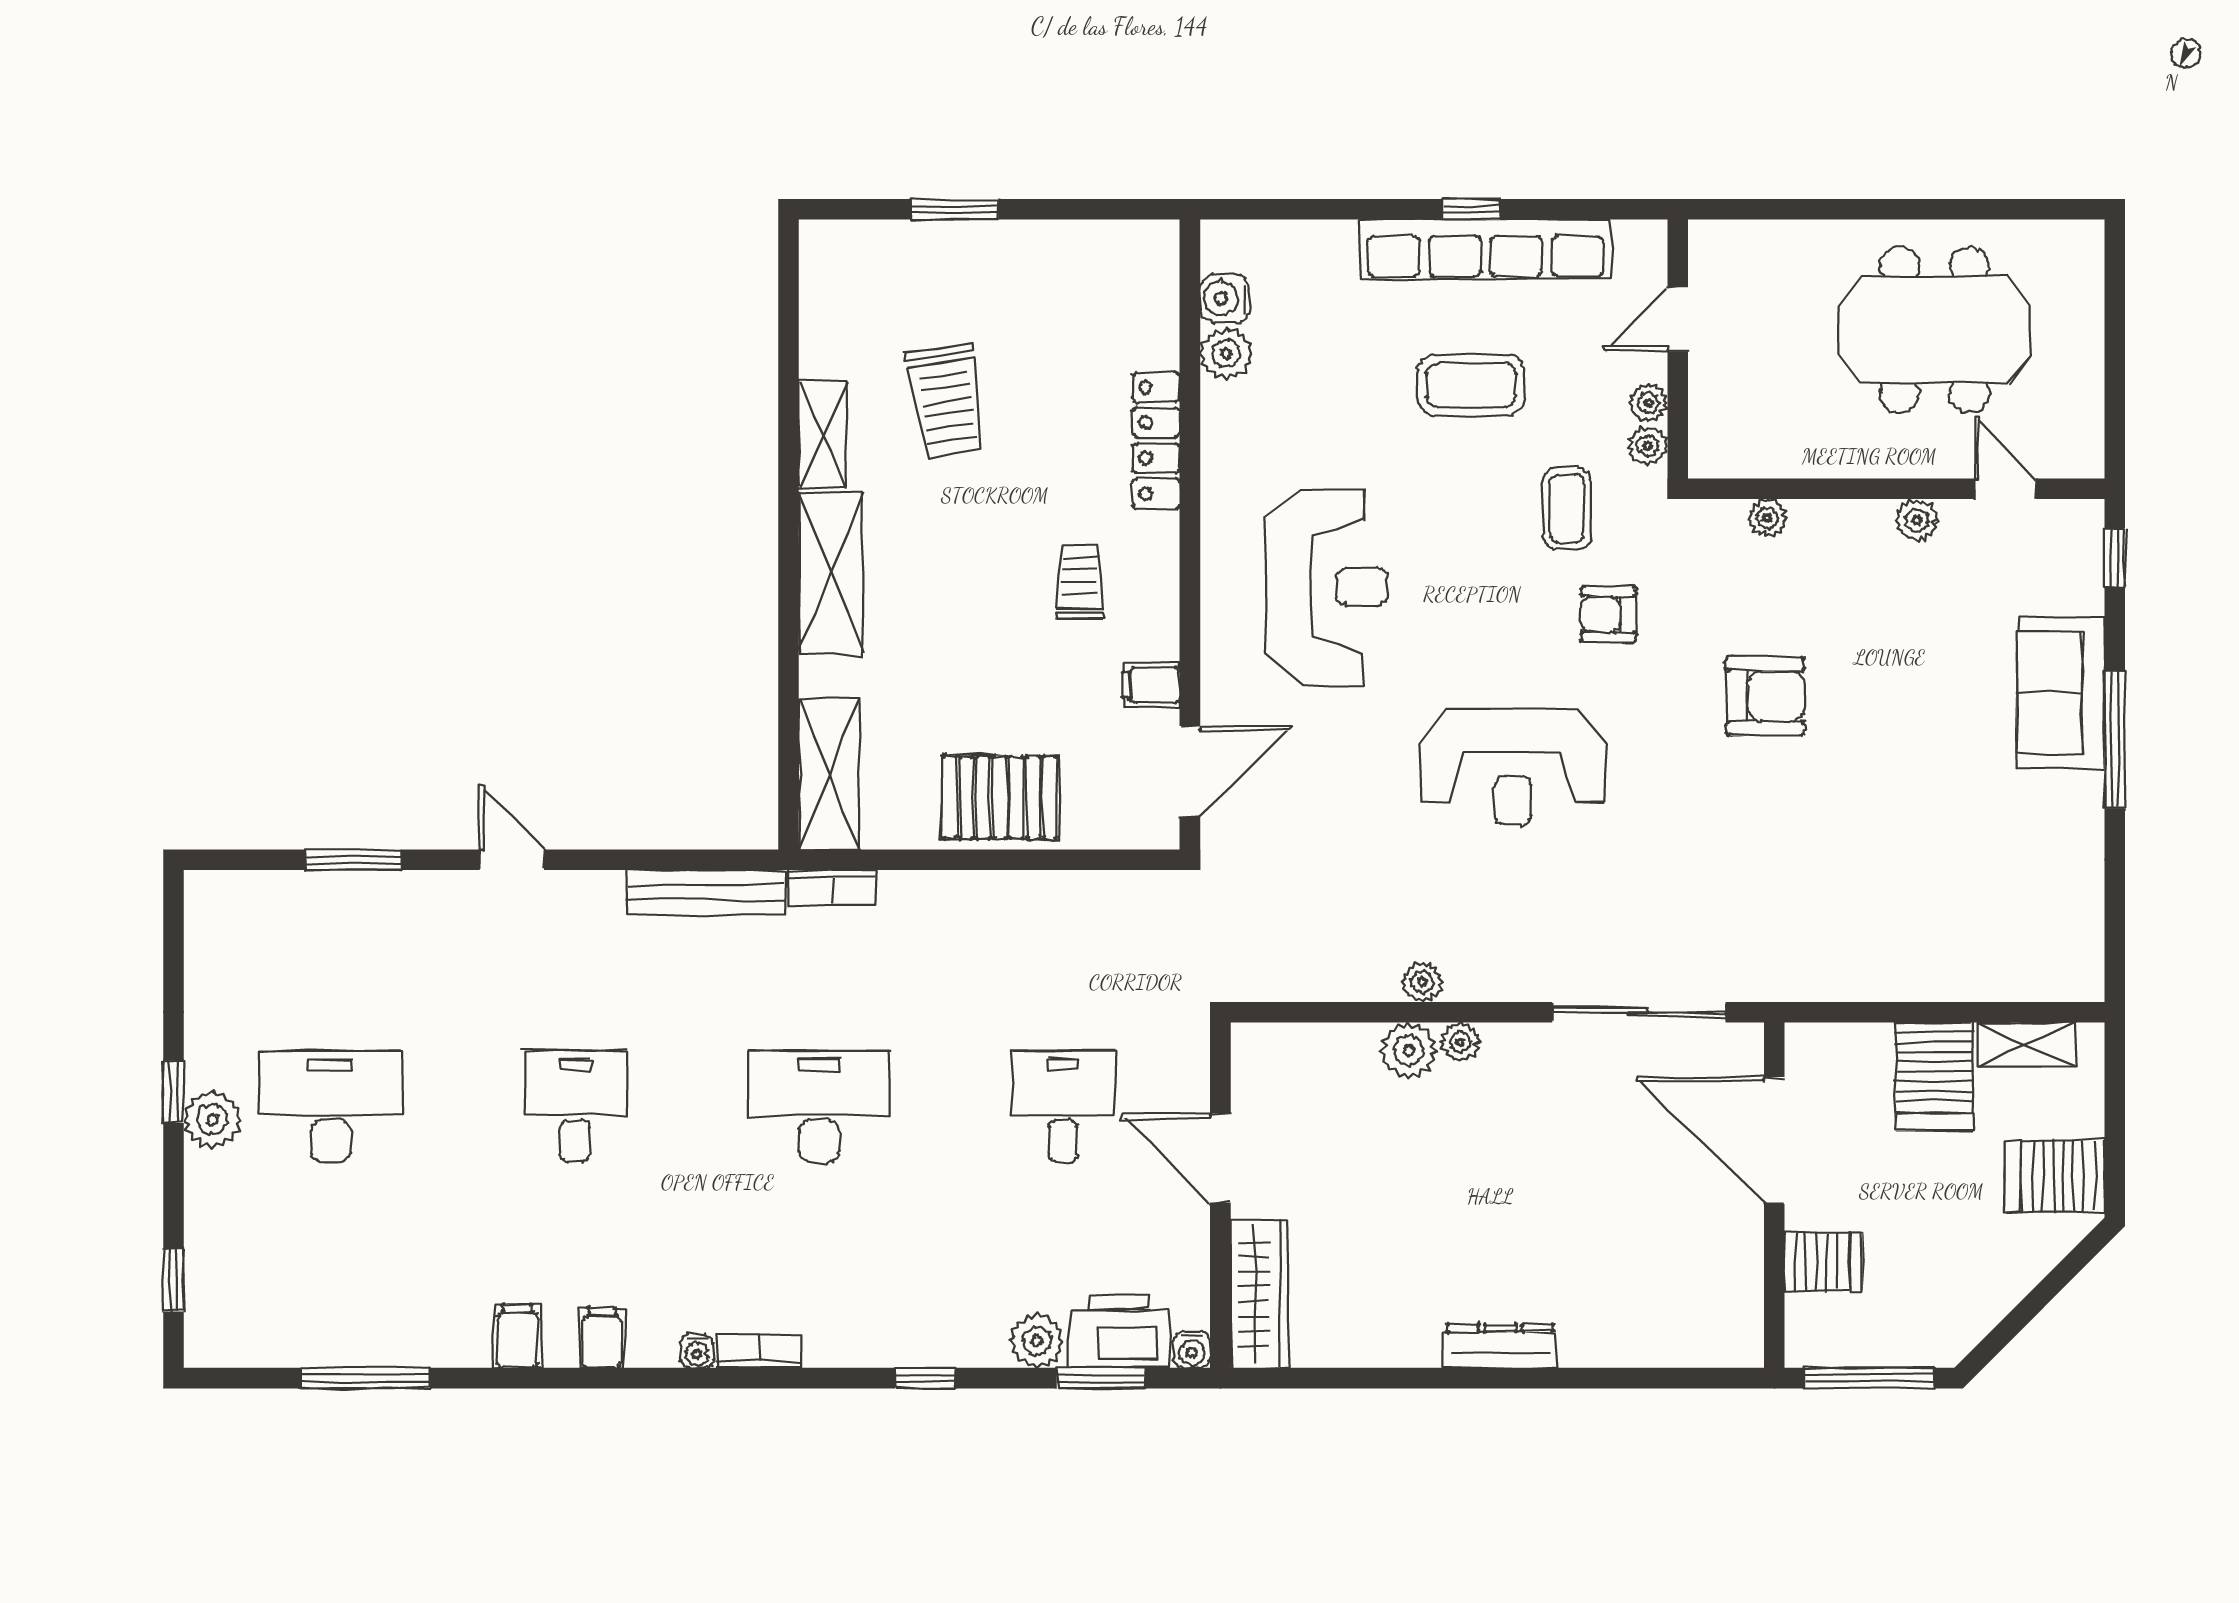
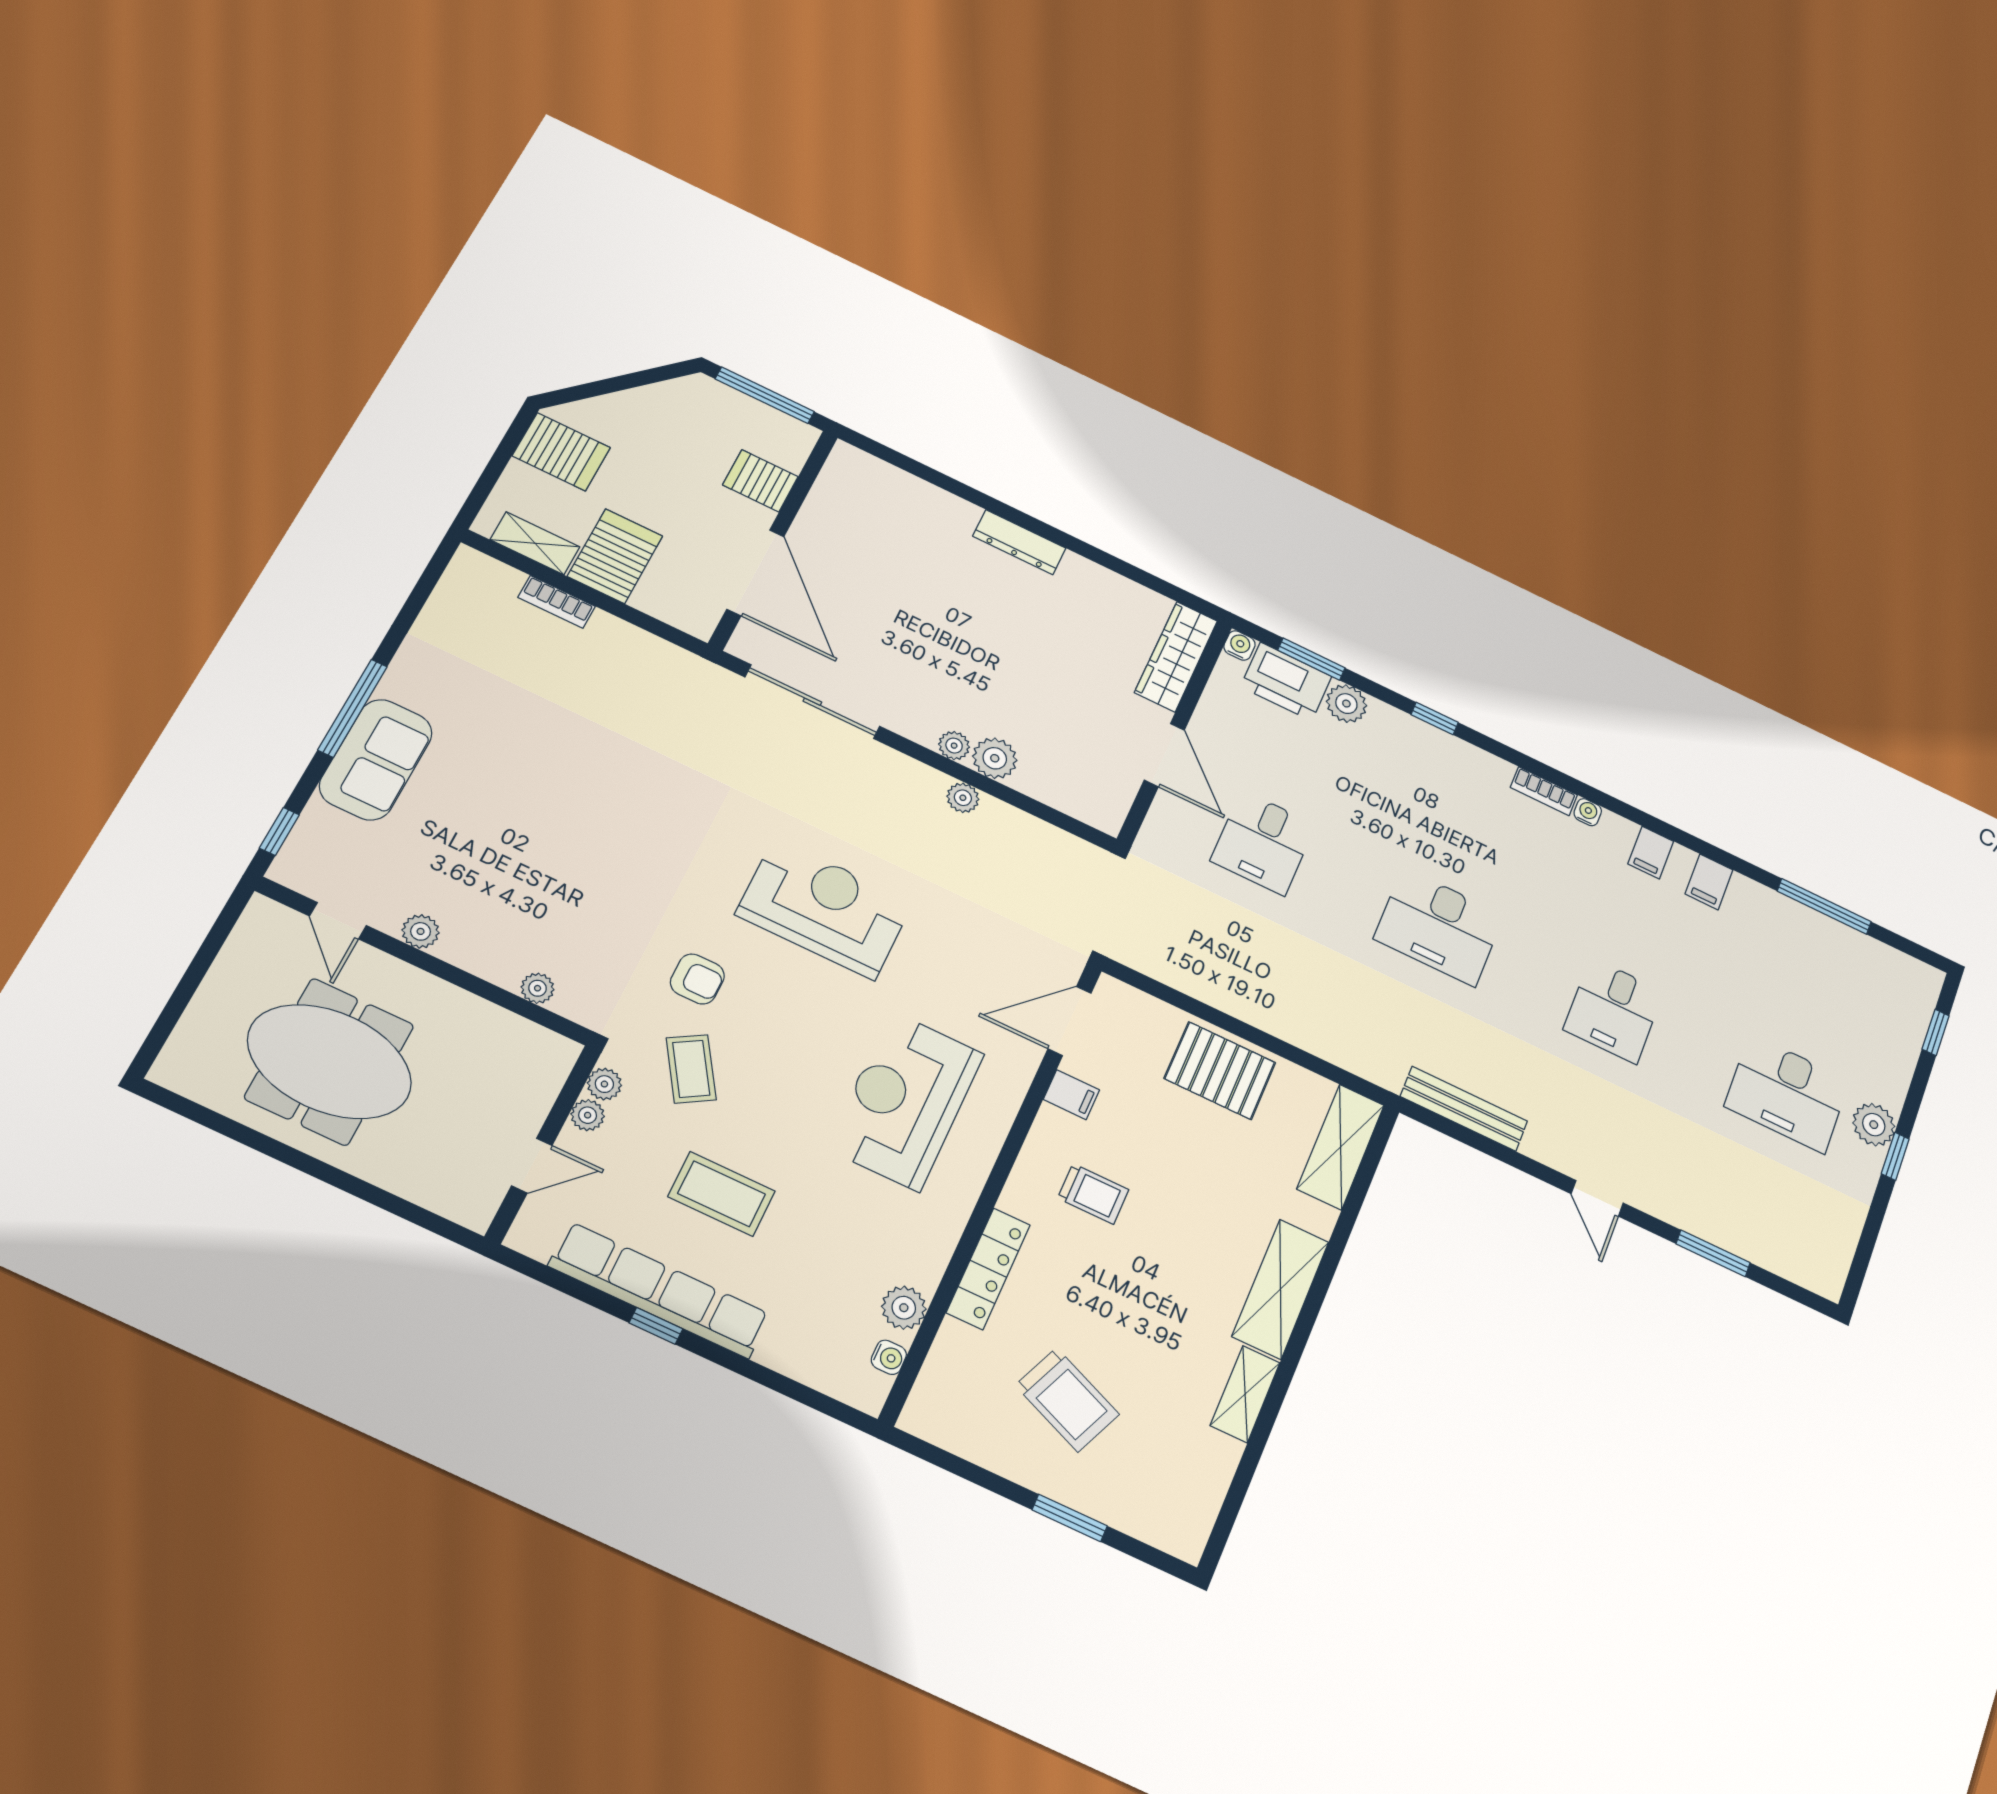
water cooler: (1225, 298) -> (889, 1357), width x0.72, depth x0.72
trolley: (947, 400) -> (1067, 1400), moved, turned 122
coffee table: (1567, 508) -> (691, 1069), turned -32
trolley: (1080, 581) -> (1093, 1194), turned -90
armchair: (1765, 696) -> (606, 865), removed
bookcase: (832, 887) -> (557, 602), moved, turned 180

